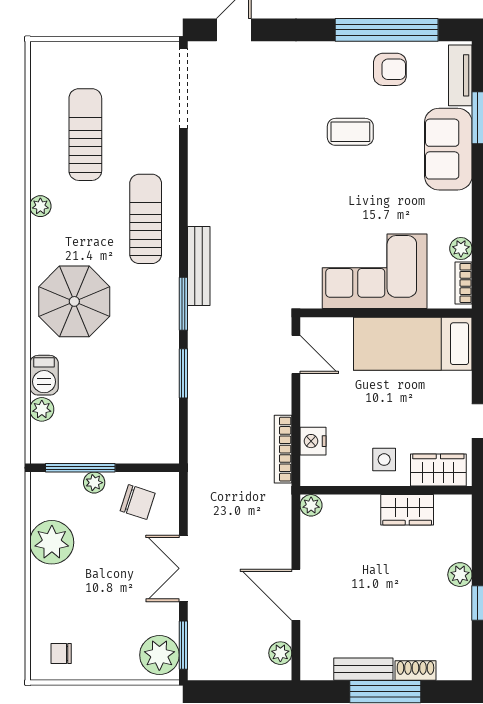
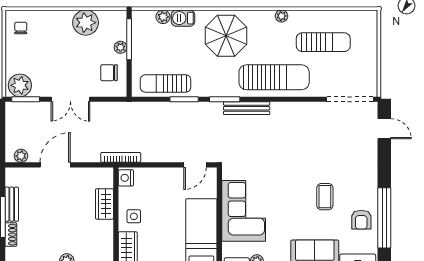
sun lounger: (146, 219) -> (274, 77), width x1.36, depth x1.34
sun lounger: (156, 405) -> (166, 83), added
nightstand: (313, 441) -> (126, 178), moved, turned -90
bookcase: (283, 449) -> (121, 157), moved
chair: (138, 502) -> (109, 73), turned 72
plant: (311, 505) -> (107, 174), removed
wardrobe: (407, 510) -> (105, 204), moved
double door: (183, 568) -> (70, 99), swing flipped

